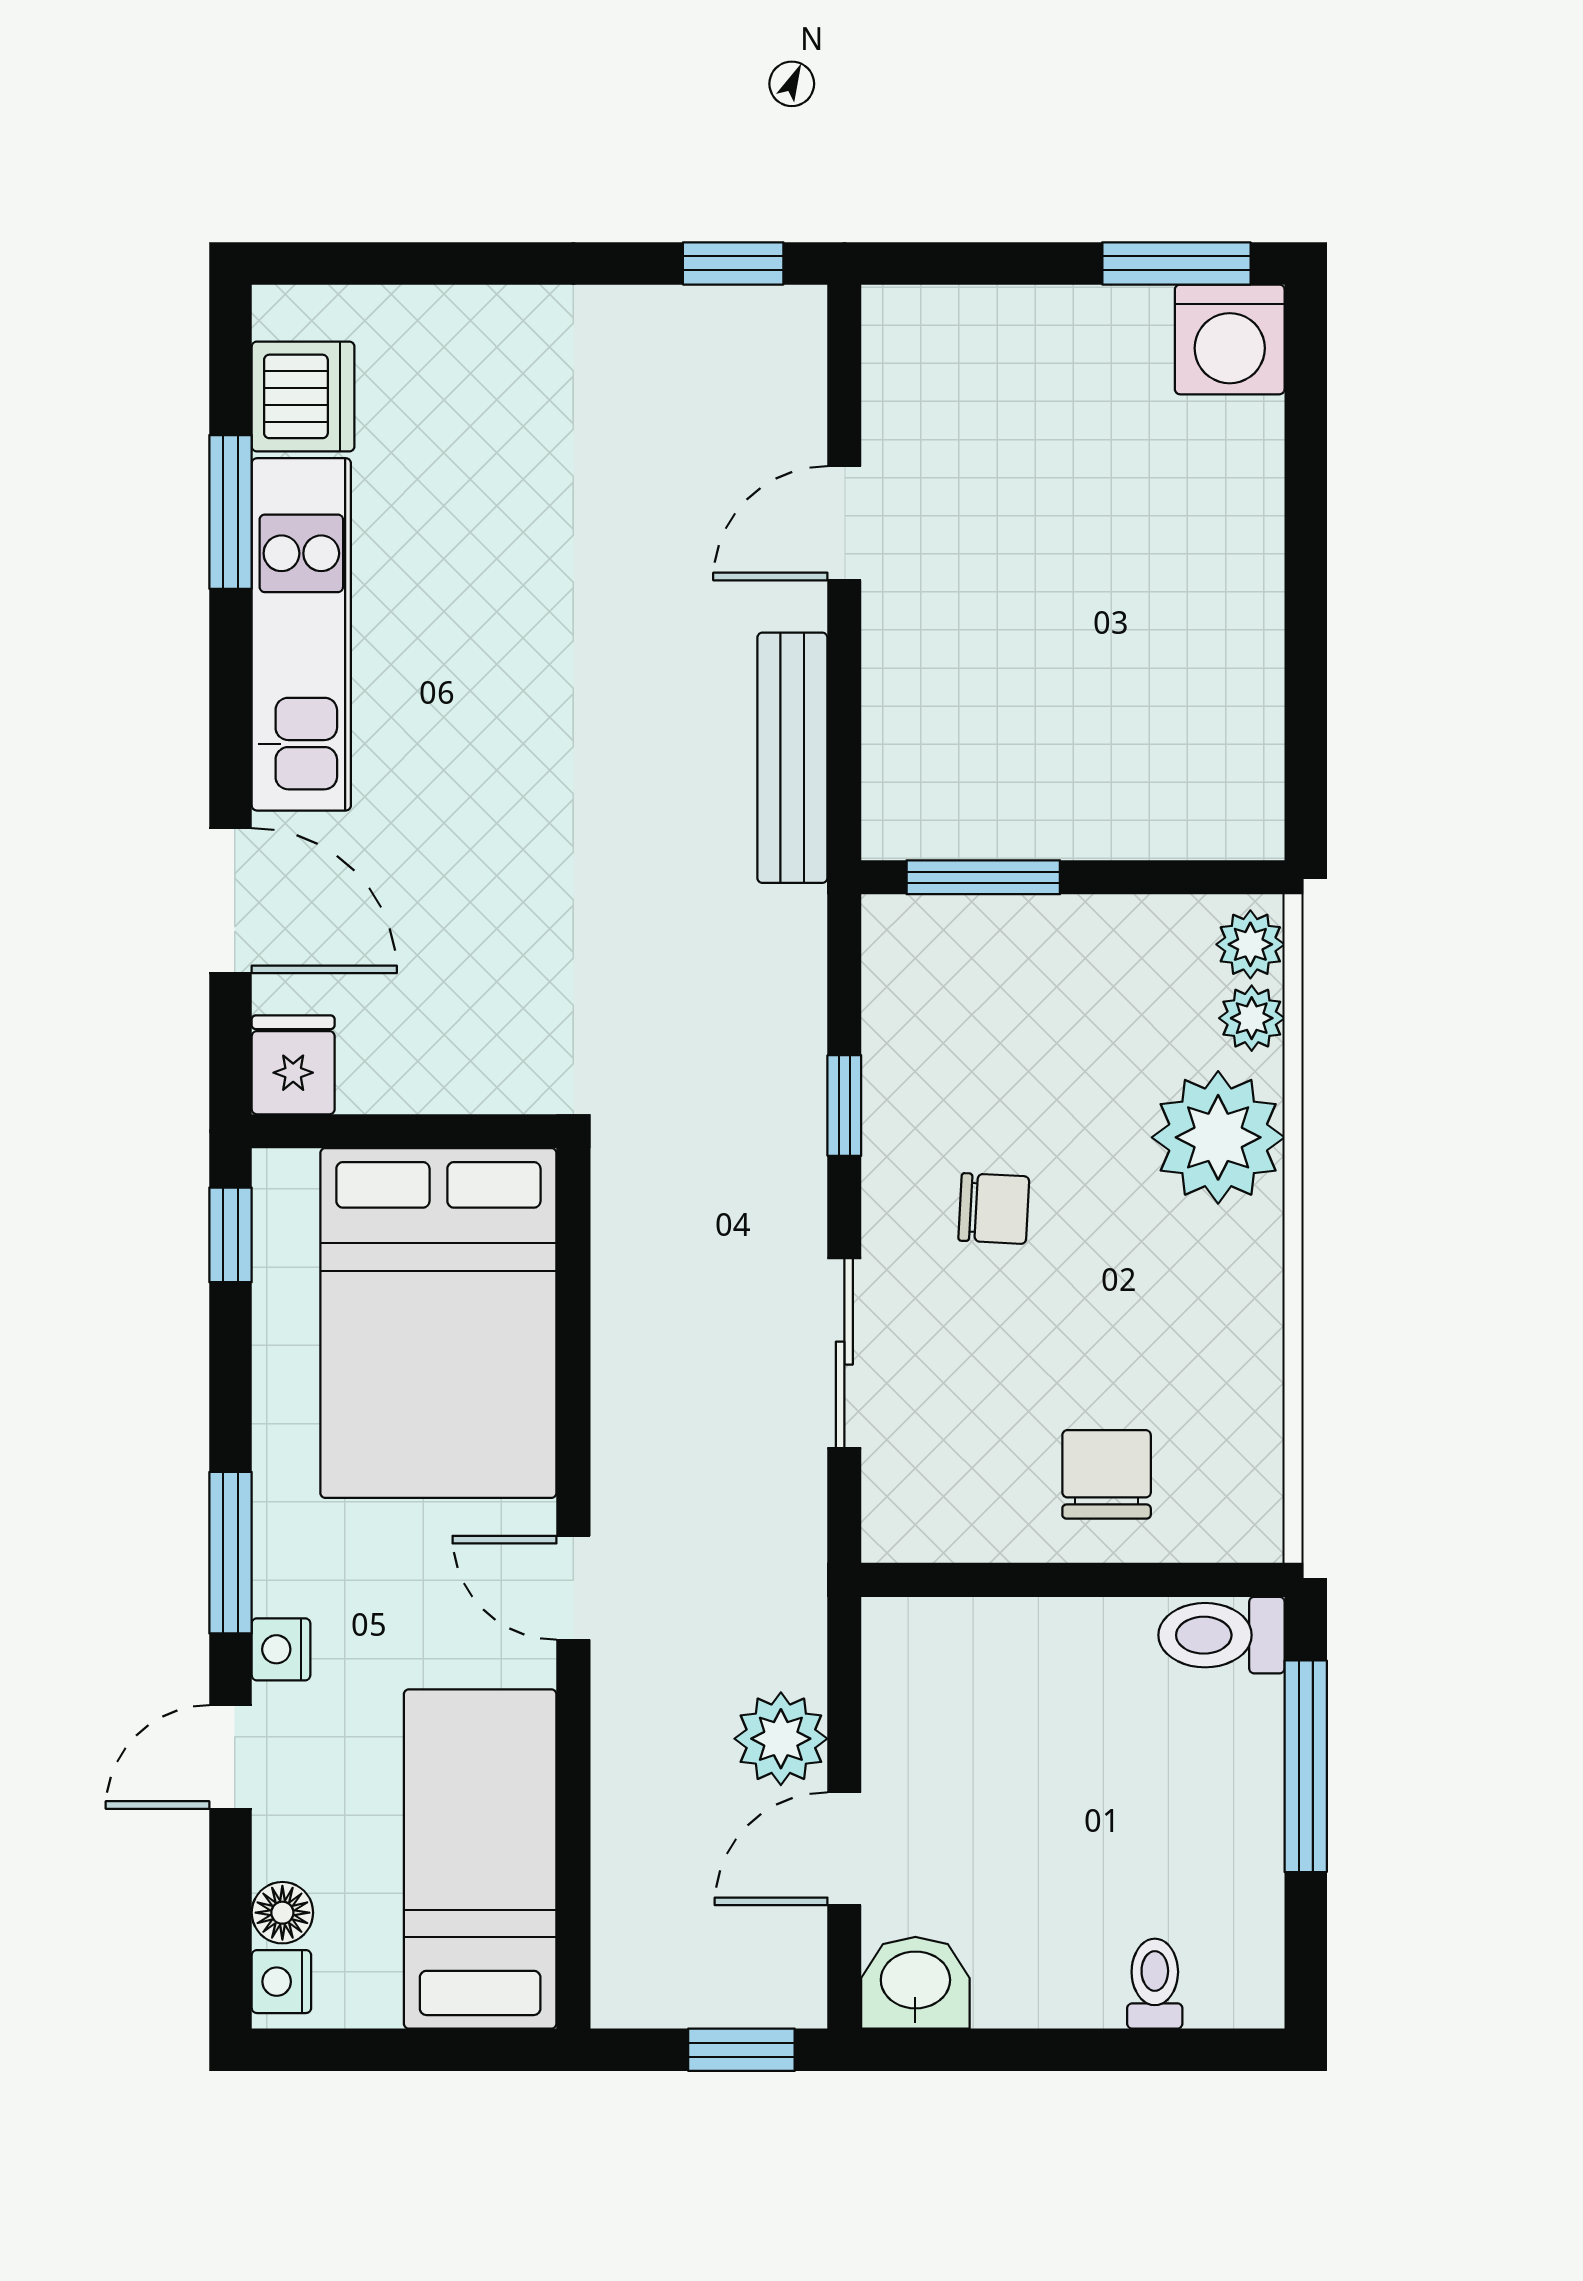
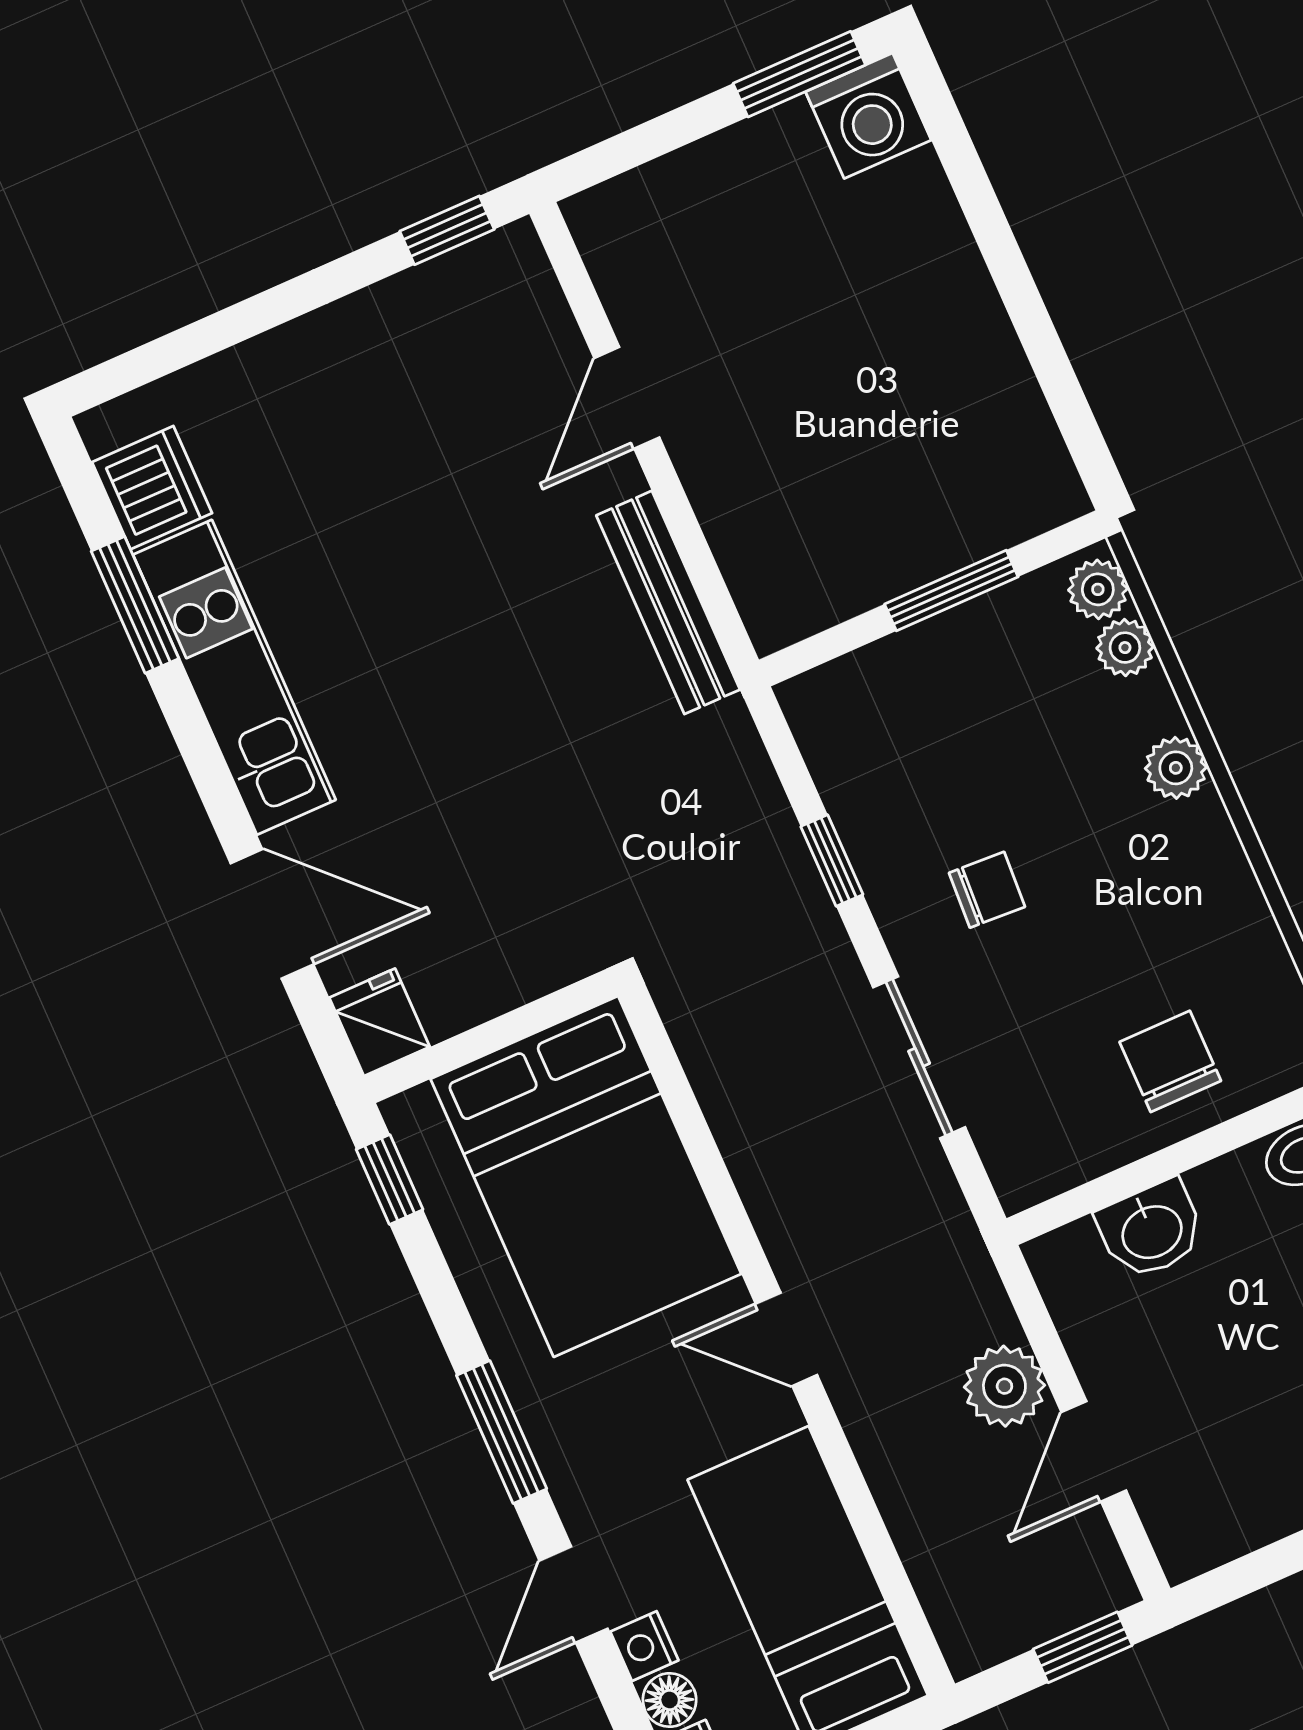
window: (983, 877) -> (951, 590), moved
plant: (1218, 1137) -> (1176, 768), width x0.53, depth x0.53
nightstand: (281, 1649) -> (644, 1646), moved
washbasin: (915, 1983) -> (1151, 1230), moved, turned 180

